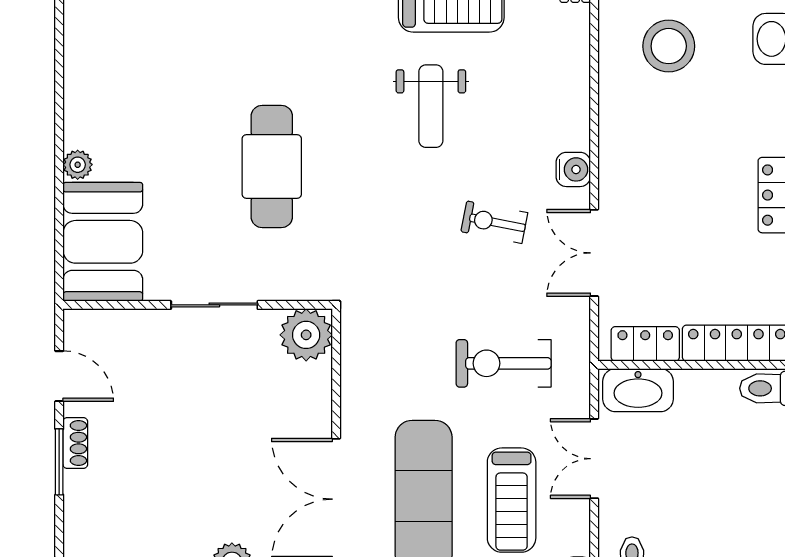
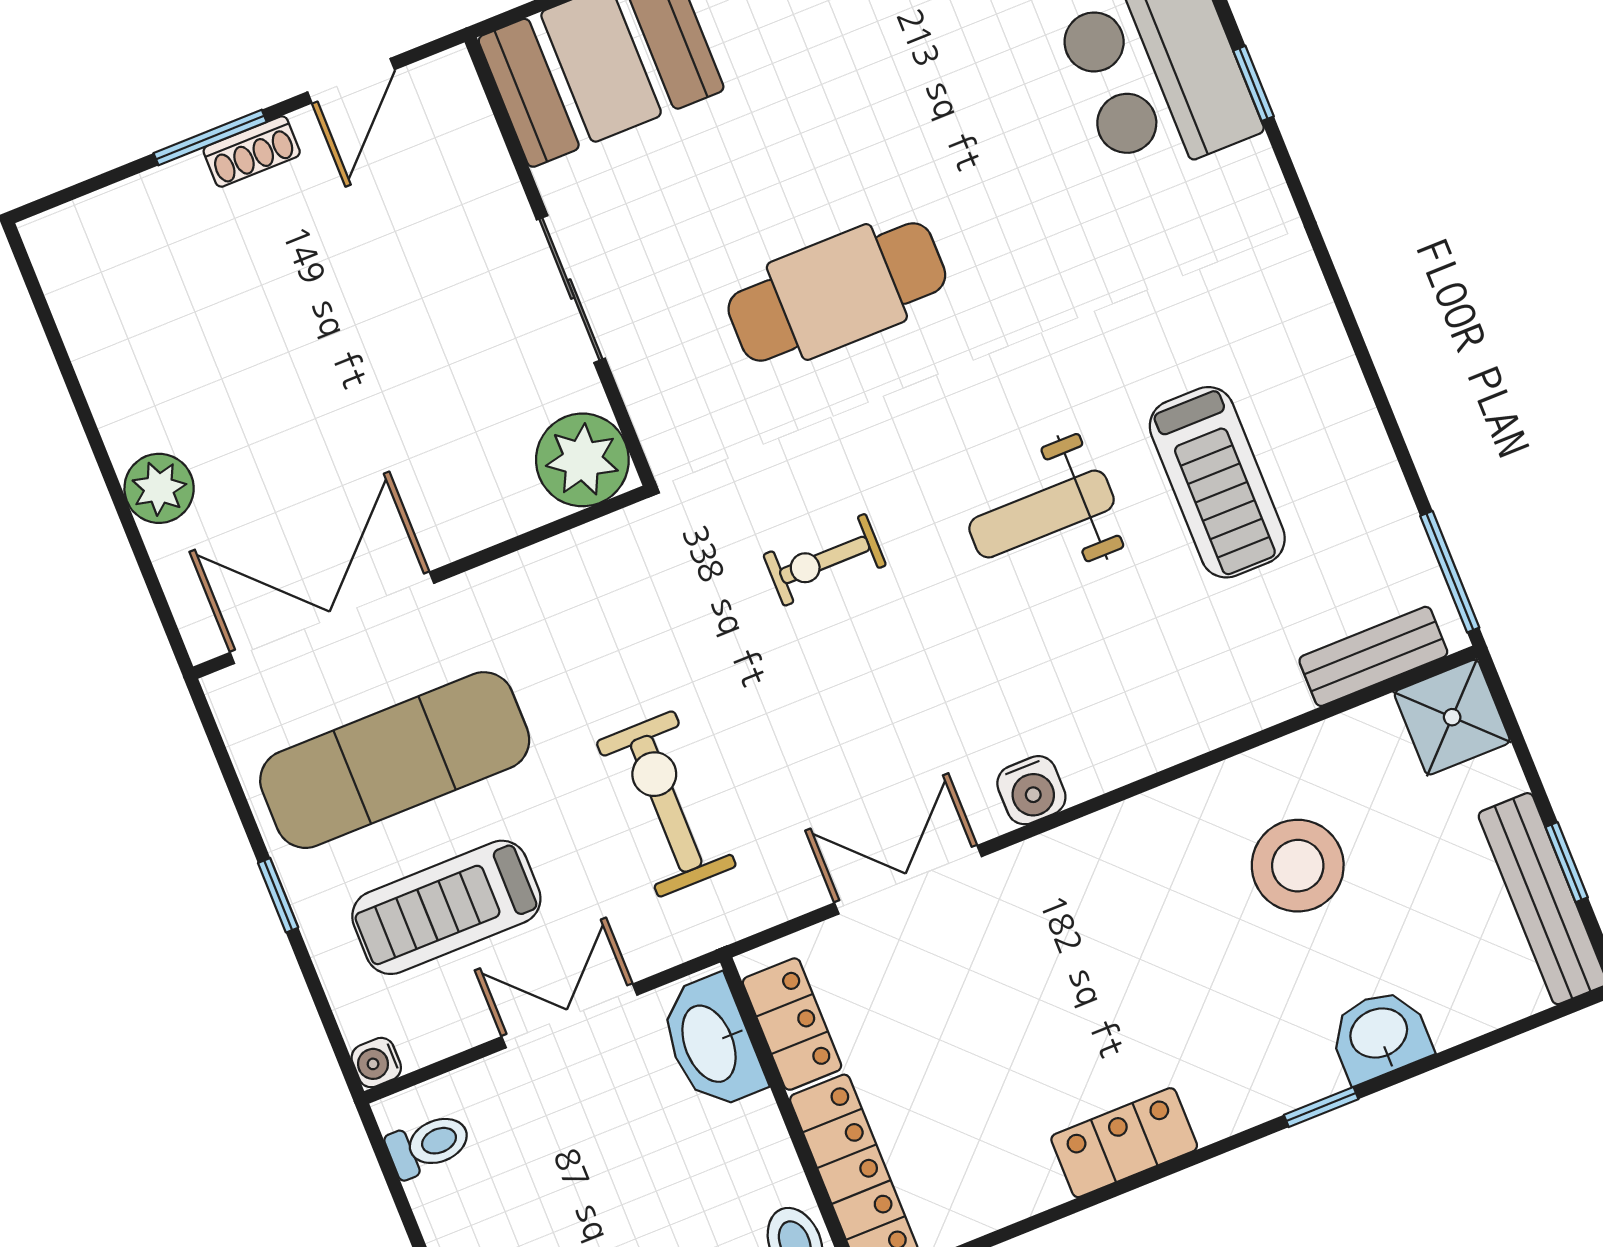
exercise bike: (494, 222) -> (825, 560), moved, turned -101

